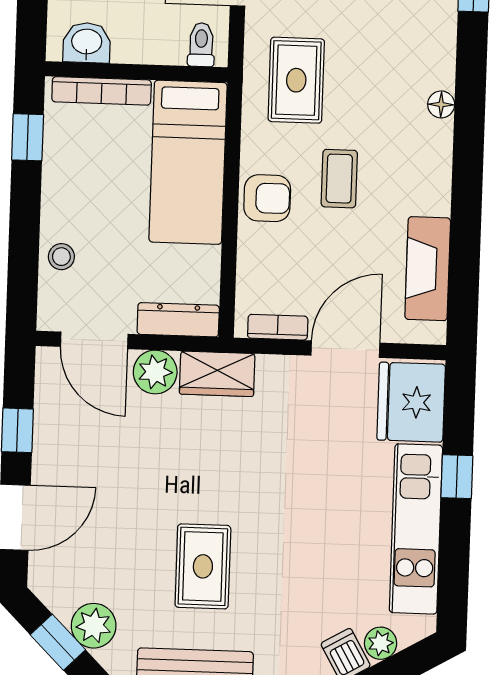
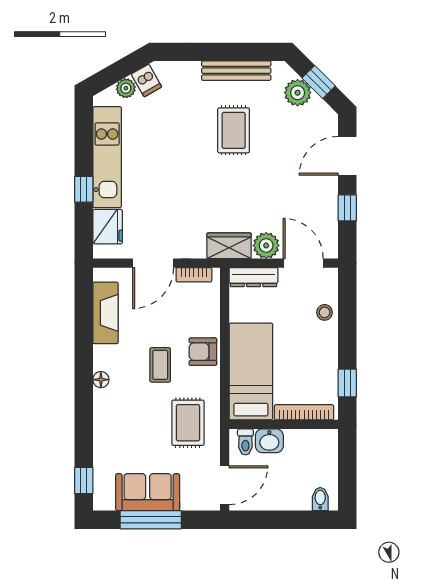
washbasin: (87, 43) -> (269, 441), moved
floor lamp: (441, 104) -> (101, 380), moved
fridge: (411, 402) -> (108, 227), width x0.73, depth x0.75

